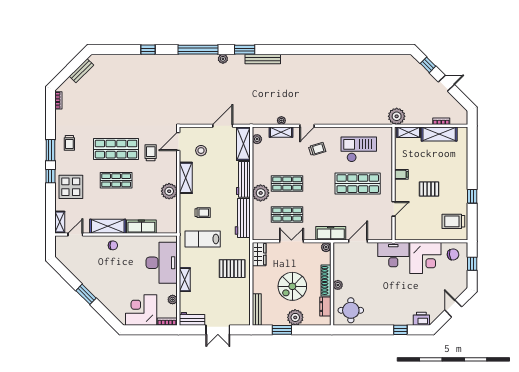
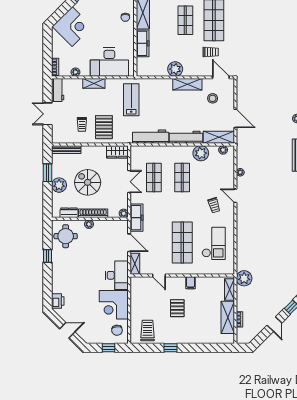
shelving: (281, 132) -> (135, 264), moved
plant: (261, 193) -> (201, 153), moved
trolley: (203, 213) -> (82, 124), moved
corner desk: (141, 310) -> (72, 27), moved, turned 45
window: (400, 330) -> (48, 256), moved

